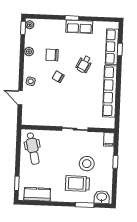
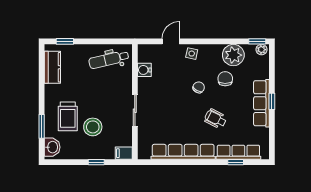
row of seats: (79, 27) -> (261, 103), width x1.48
plant: (29, 52) -> (233, 55), width x1.88, depth x1.88
water cooler: (42, 120) -> (144, 70), added
trolley: (77, 183) -> (68, 116), turned 180

